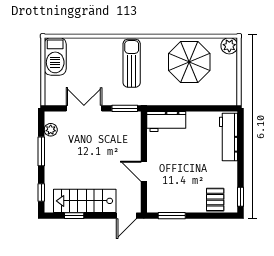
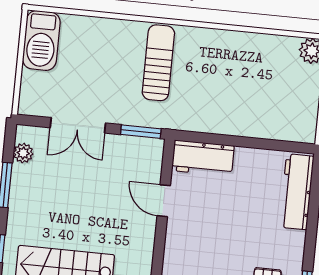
parasol: (189, 62) -> (248, 70), removed
double door: (84, 108) -> (78, 125), swing flipped
door: (144, 171) -> (164, 201), moved

